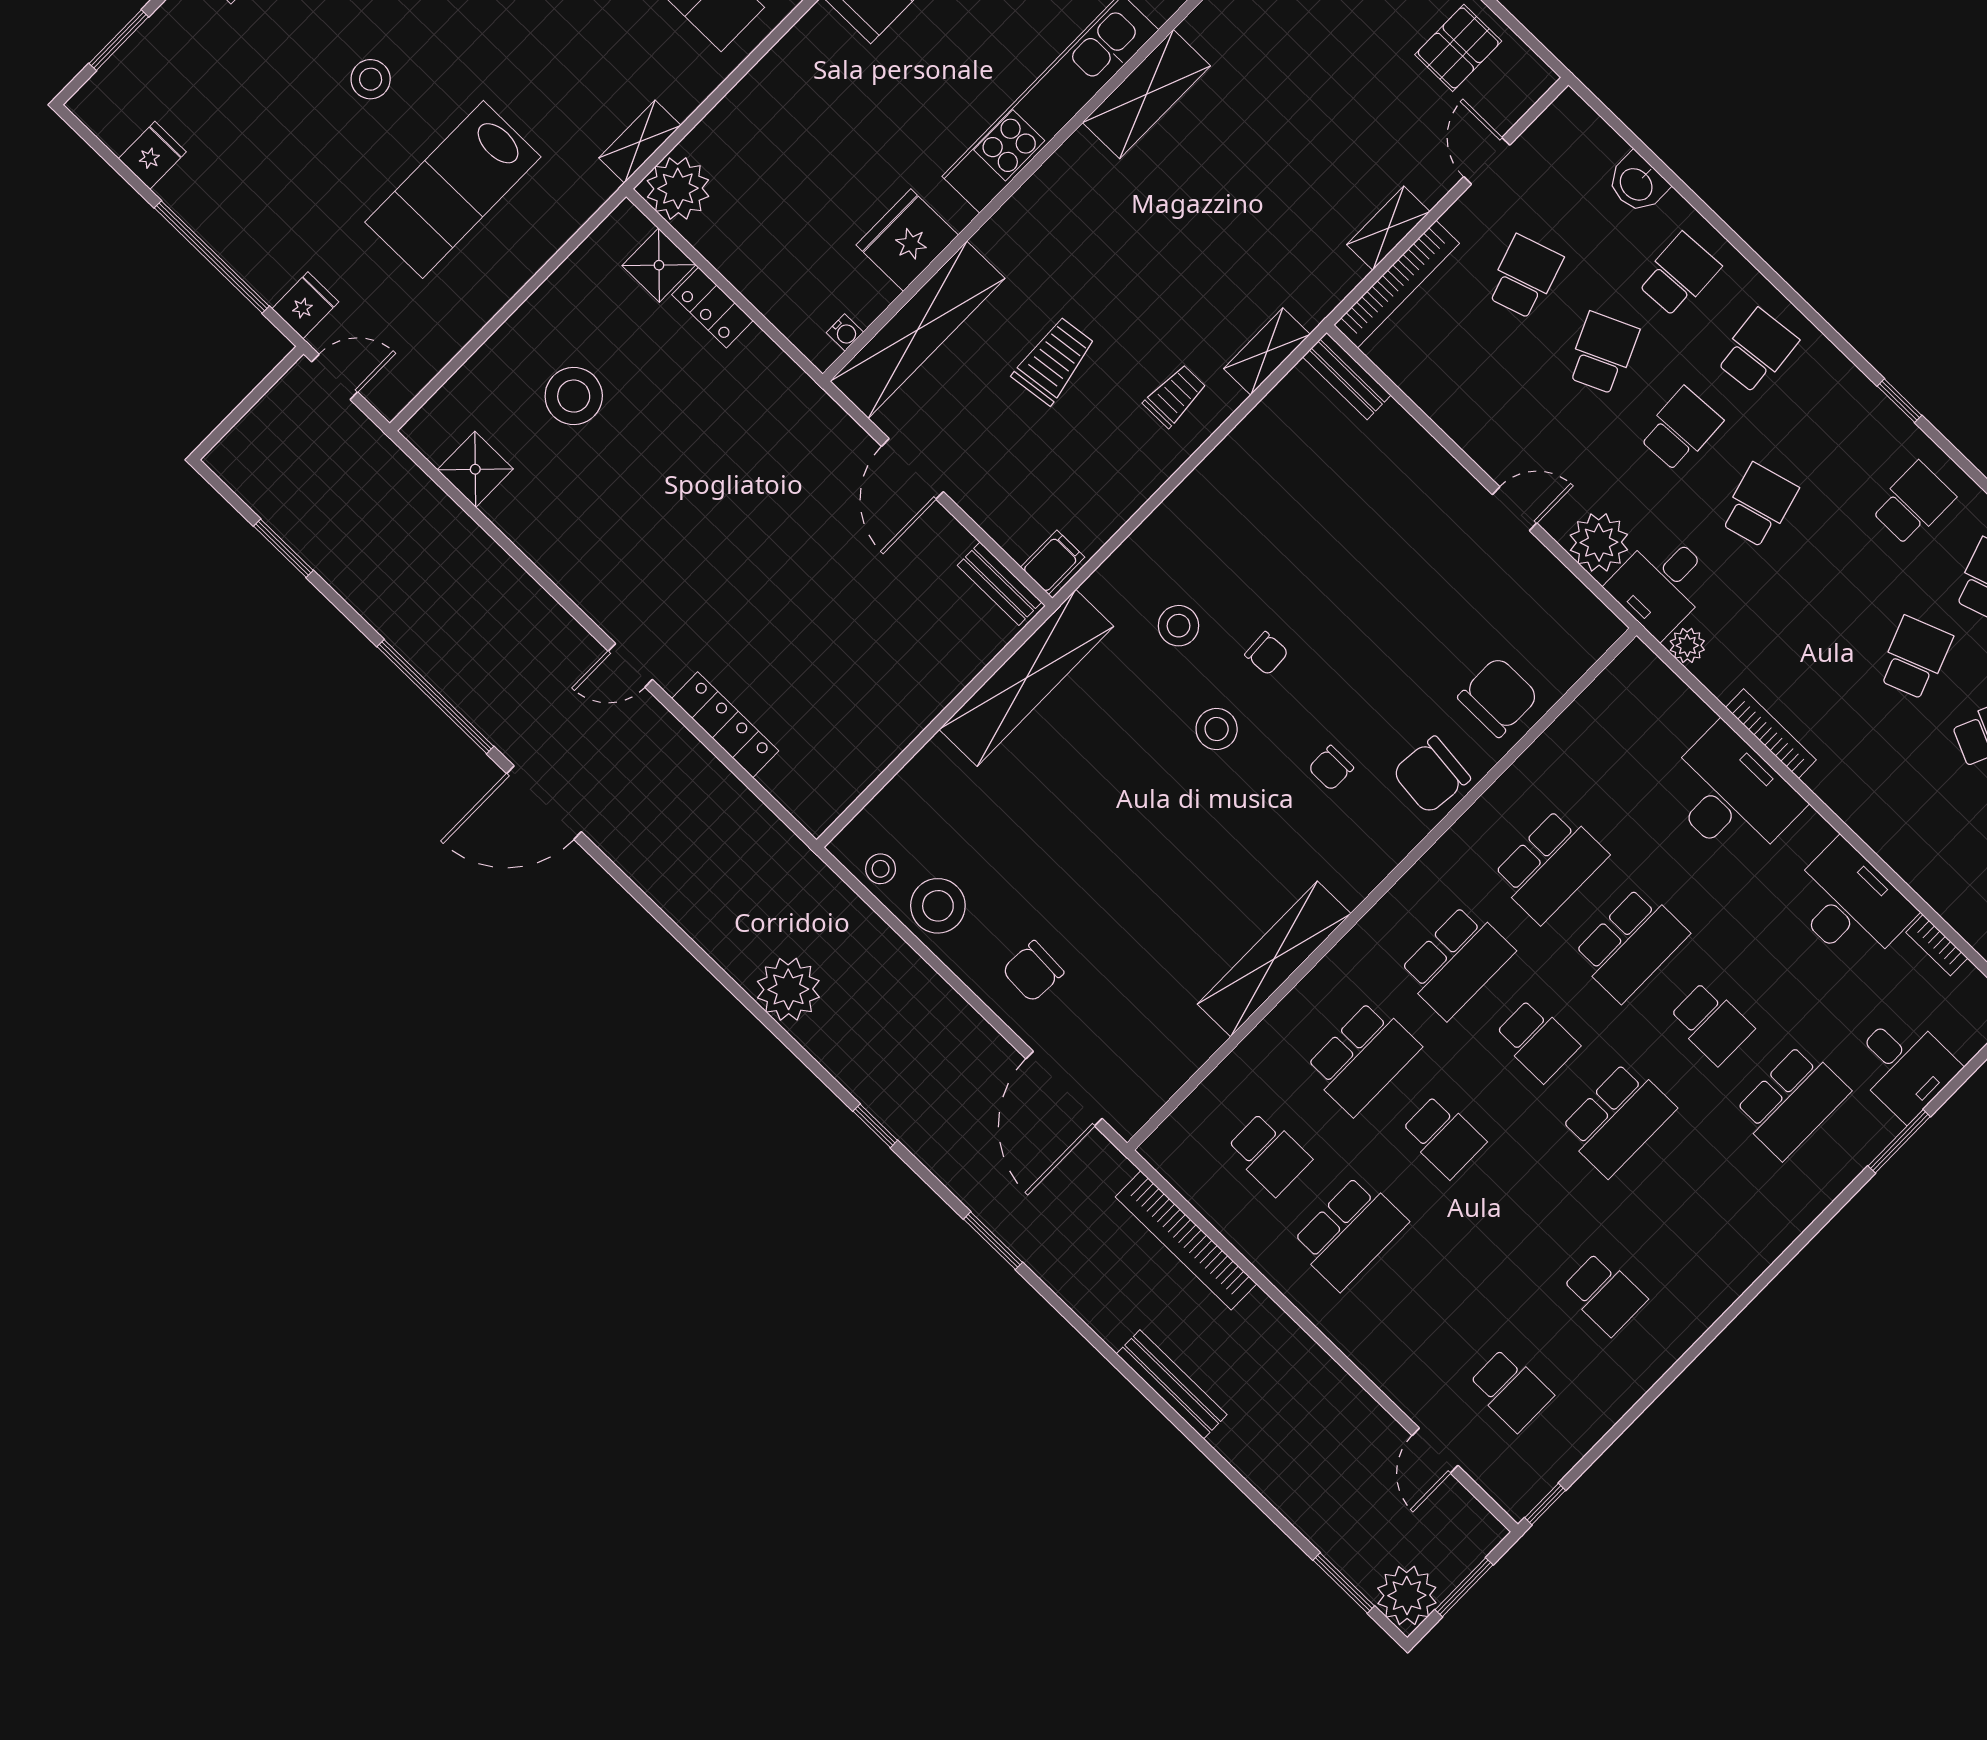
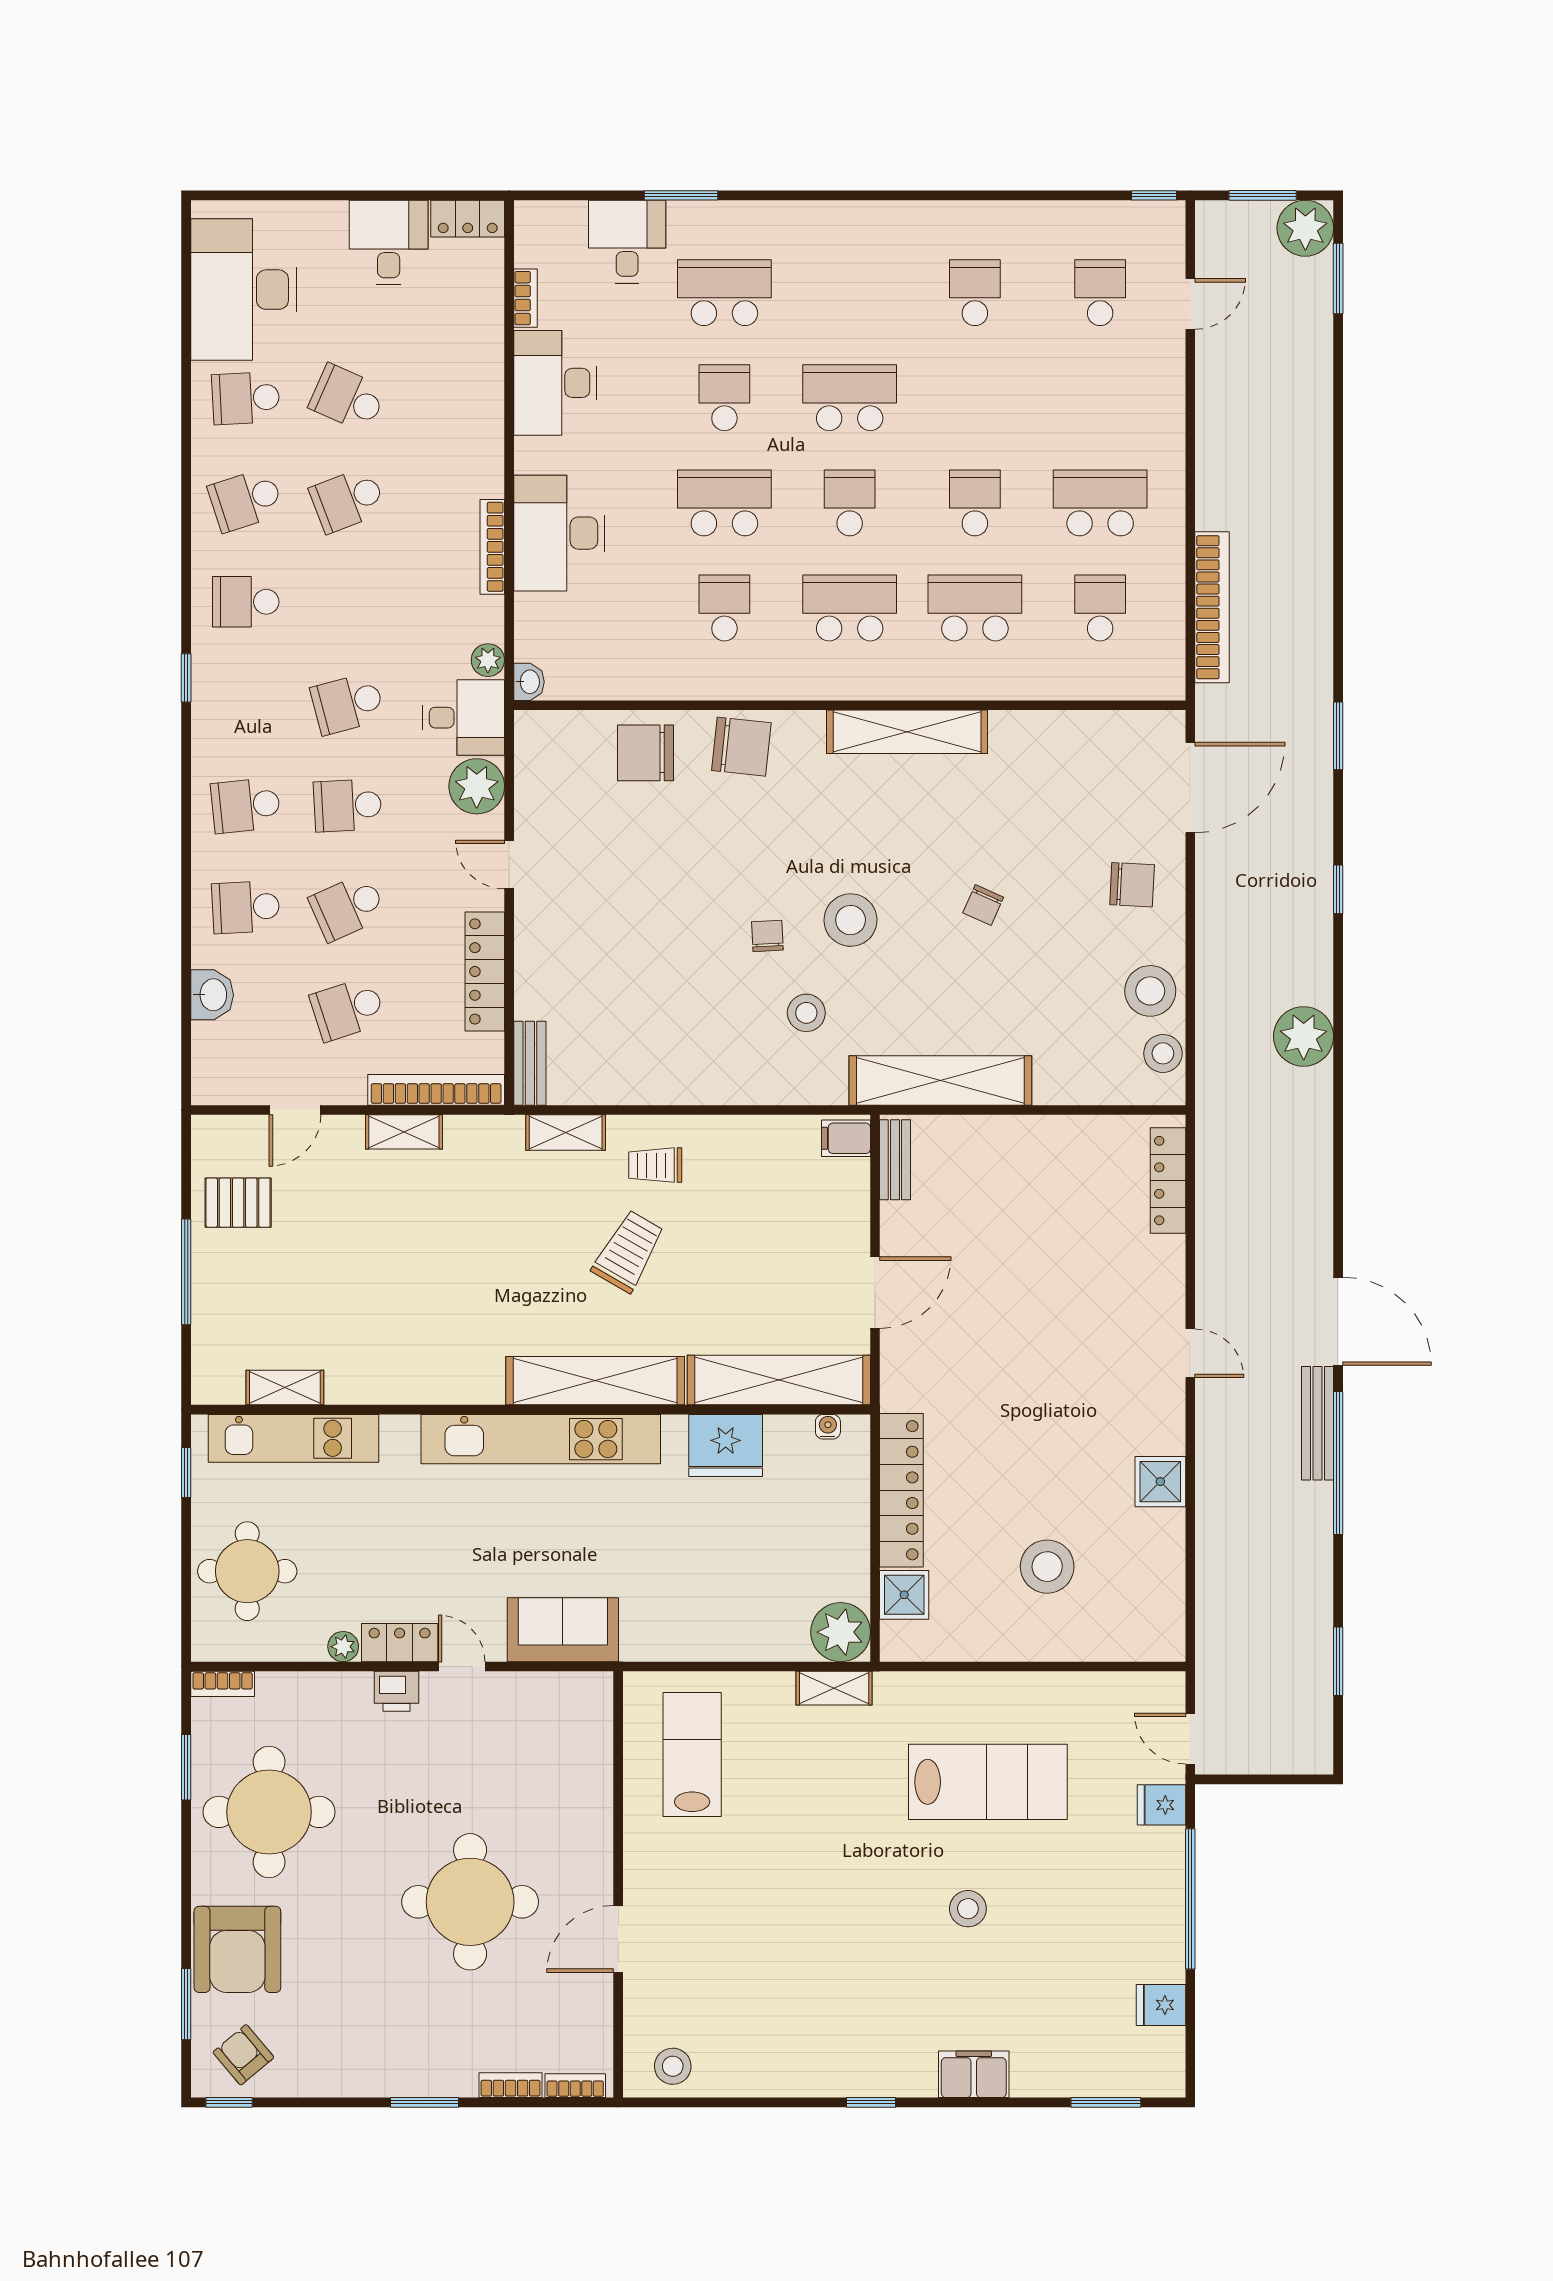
shelving: (1146, 94) -> (595, 1381), moved, width x1.47
locker: (712, 308) -> (901, 1490), width x2.16, depth x1.21
trolley: (1054, 361) -> (628, 1251), moved, turned 127
locker: (1451, 410) -> (485, 971), added
shower: (475, 469) -> (1160, 1482), moved
washbasin: (1640, 661) -> (529, 682), added
locker: (725, 725) -> (1168, 1181), moved
stool: (1217, 729) -> (851, 920), width x1.38, depth x1.38
chair: (1331, 768) -> (983, 905), moved, turned 114
school desk: (1550, 866) -> (724, 608), width x0.54
stool: (881, 869) -> (1163, 1053), width x1.37, depth x1.37
shelving: (1274, 959) -> (907, 732), moved
bench: (1172, 1384) -> (1317, 1423), moved

